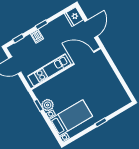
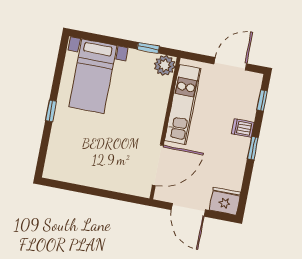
plant: (48, 105) -> (165, 65), moved

